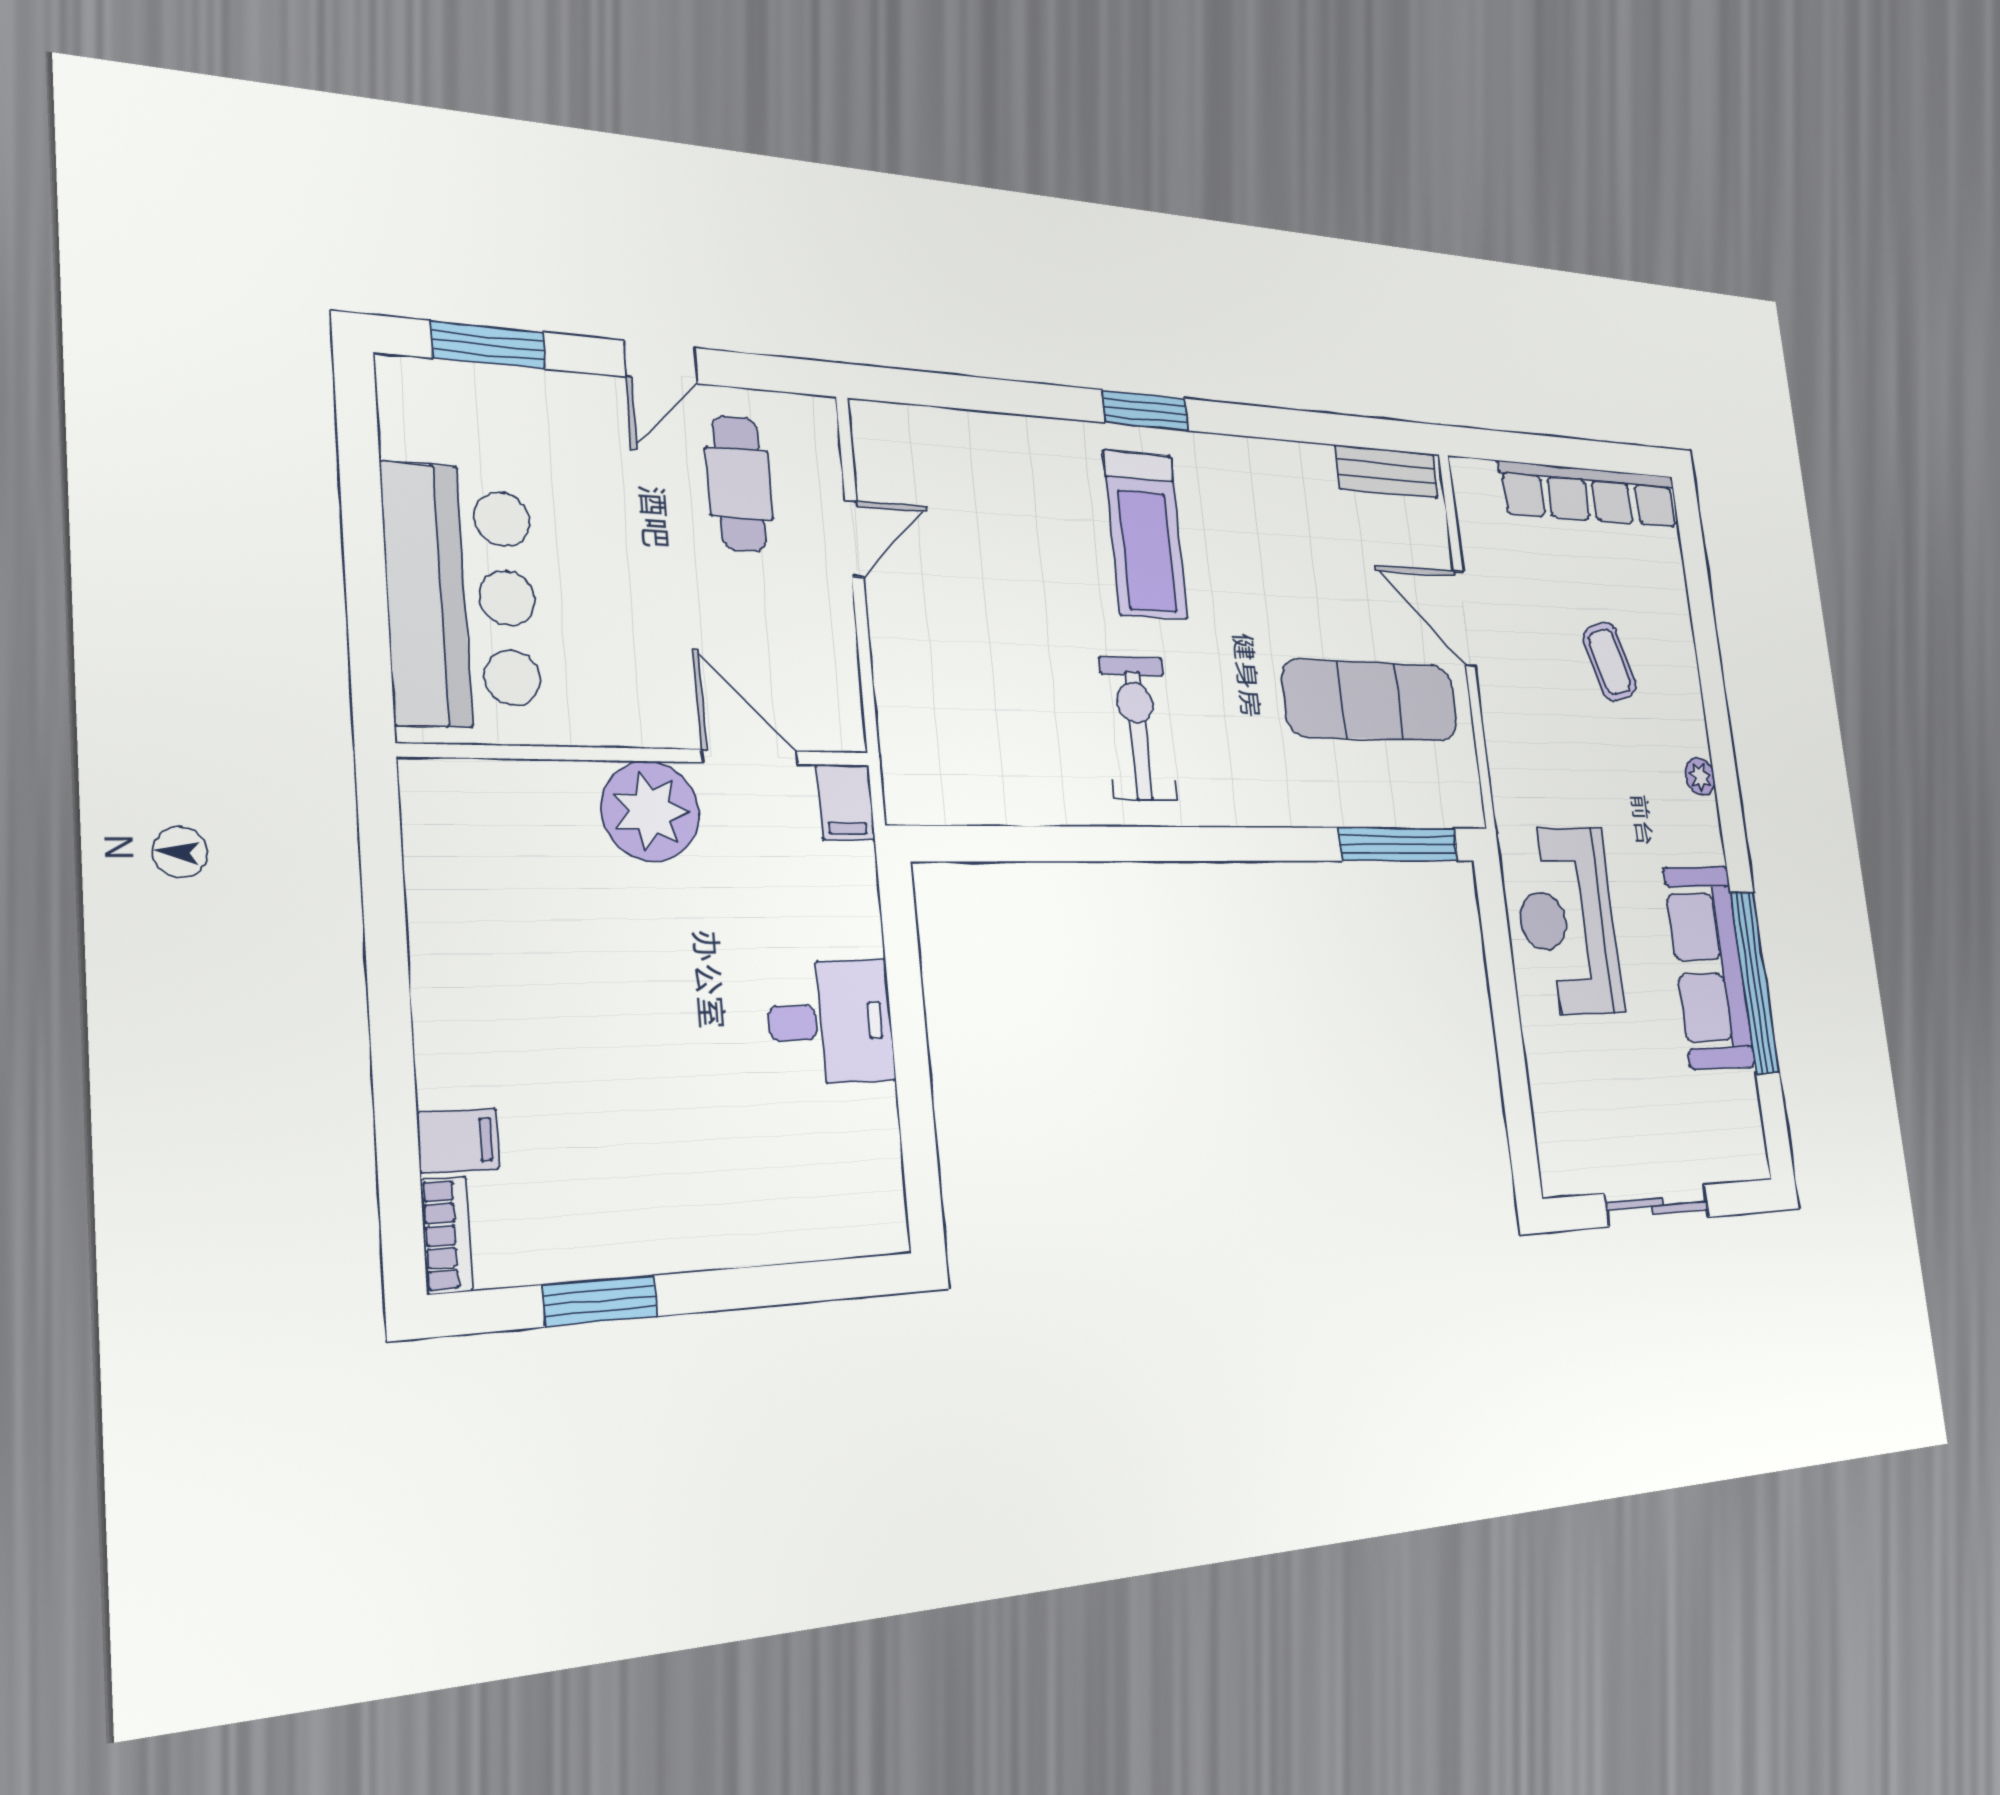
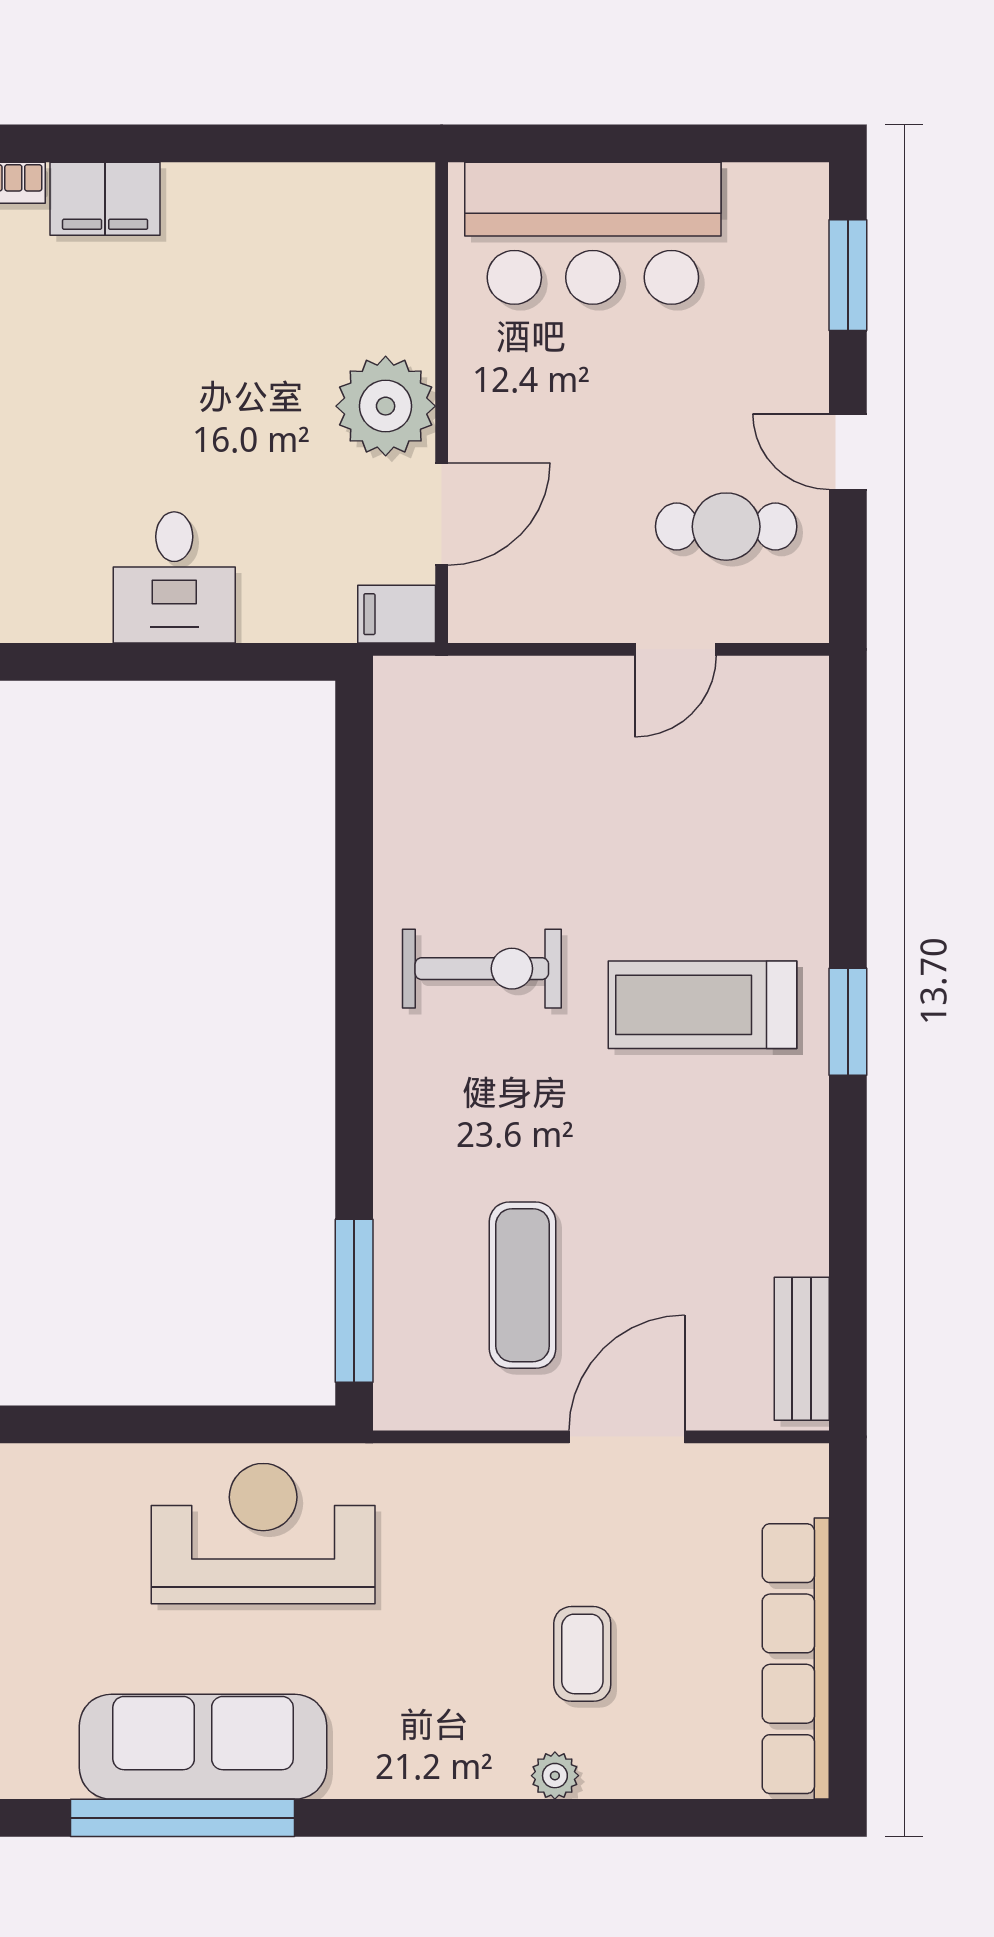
door: (854, 539) -> (675, 649), hinge flipped
coffee table: (1610, 662) -> (582, 1654), turned -73
exercise mat: (1370, 700) -> (523, 1285), width x0.73, depth x0.69
plant: (1700, 777) -> (555, 1776), moved
filing cabinet: (458, 1141) -> (105, 199), width x2.00

